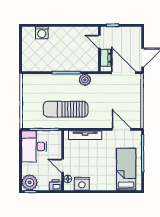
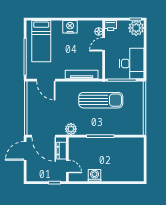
washing machine: (42, 33) -> (95, 175), moved
plant: (85, 80) -> (71, 129), moved
door: (63, 166) -> (104, 44), swing flipped
nightstand: (82, 184) -> (70, 27), moved

